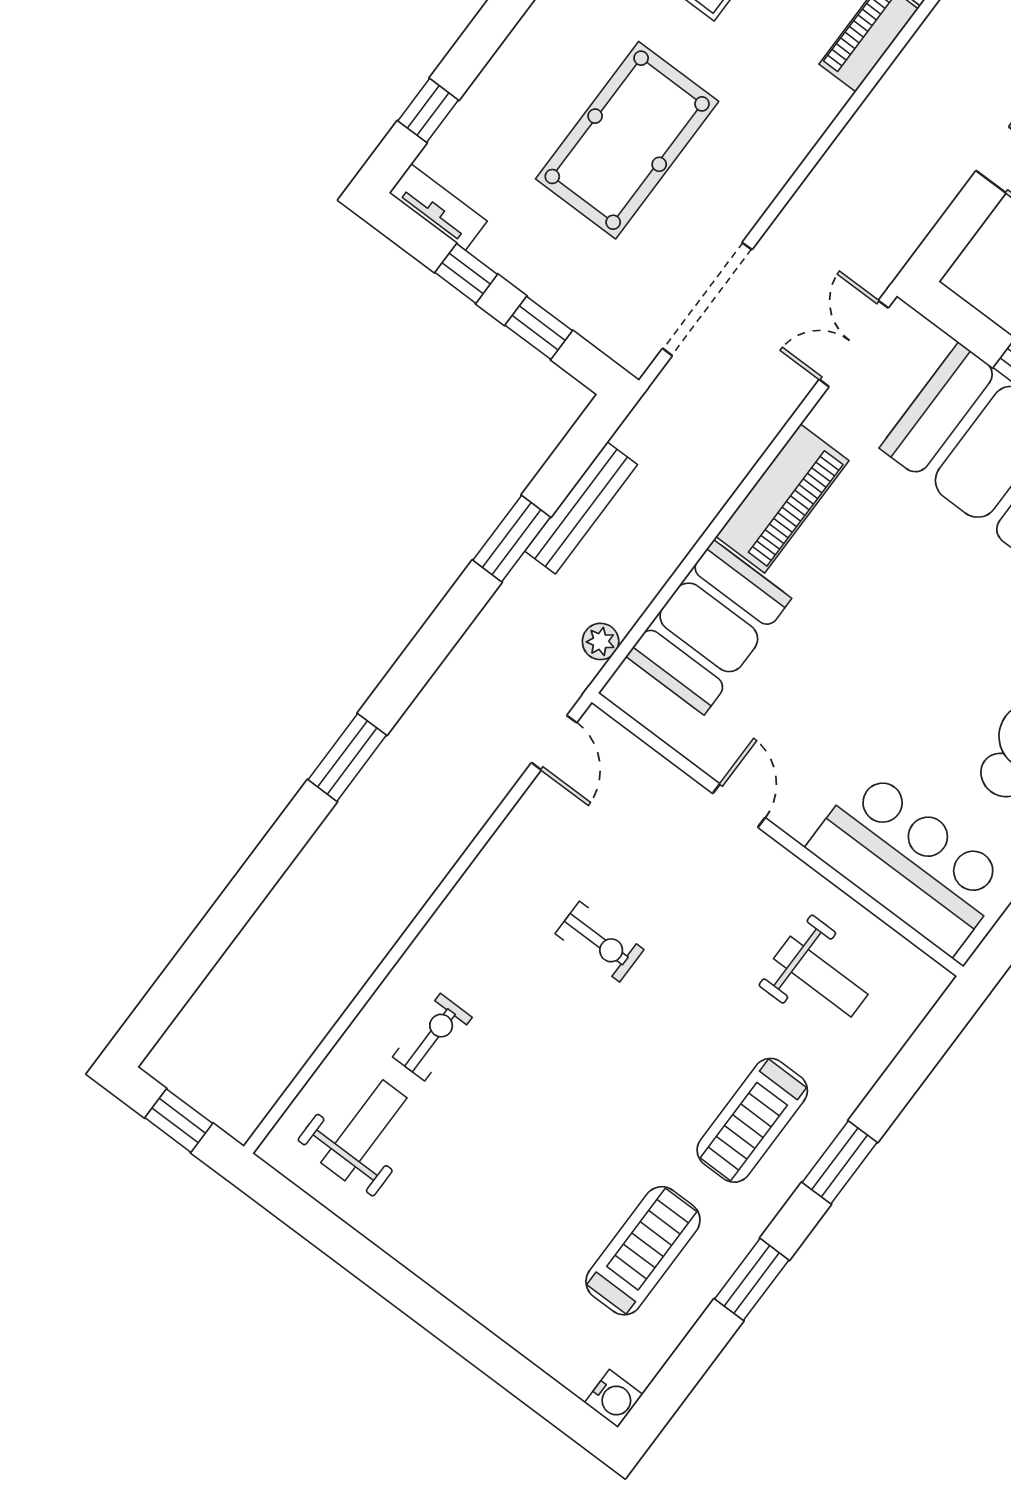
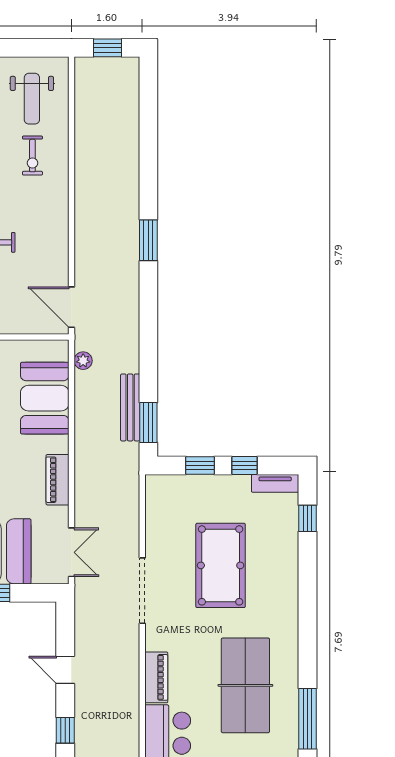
doorway: (707, 299) -> (142, 591), moved
piano: (782, 499) -> (58, 480), width x0.73, depth x0.75
window: (512, 539) -> (148, 423), moved
door: (554, 743) -> (71, 307), width x1.38

